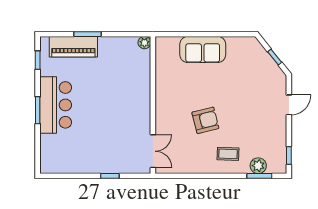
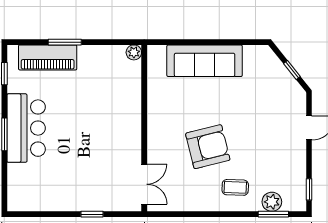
sofa: (203, 49) -> (205, 61), width x1.36
armchair: (205, 120) -> (208, 147), width x1.36, depth x1.36

